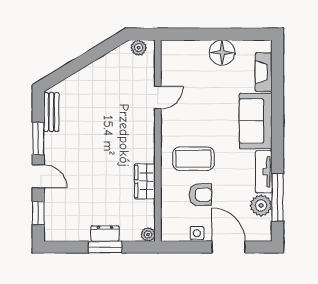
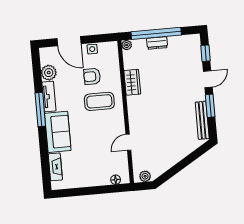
floor lamp: (222, 53) -> (116, 180), moved, width x0.53, depth x0.53
bench: (51, 112) -> (202, 120), width x1.36
door: (38, 176) -> (208, 79), swing flipped
window: (278, 197) -> (40, 110), moved
window: (105, 247) -> (156, 33), width x2.11

